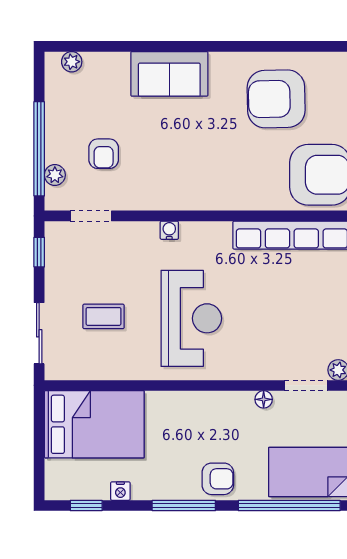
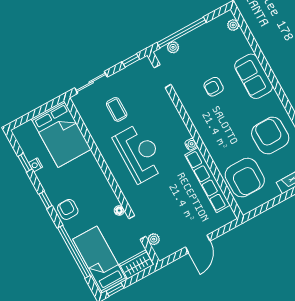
armchair: (104, 154) -> (214, 87), moved
water cooler: (169, 230) -> (191, 144), moved
reception desk: (191, 318) -> (139, 153), turned -90
armchair: (218, 479) -> (68, 209), turned 180
window: (86, 505) -> (25, 163), moved
window: (184, 505) -> (45, 200), width x0.46

